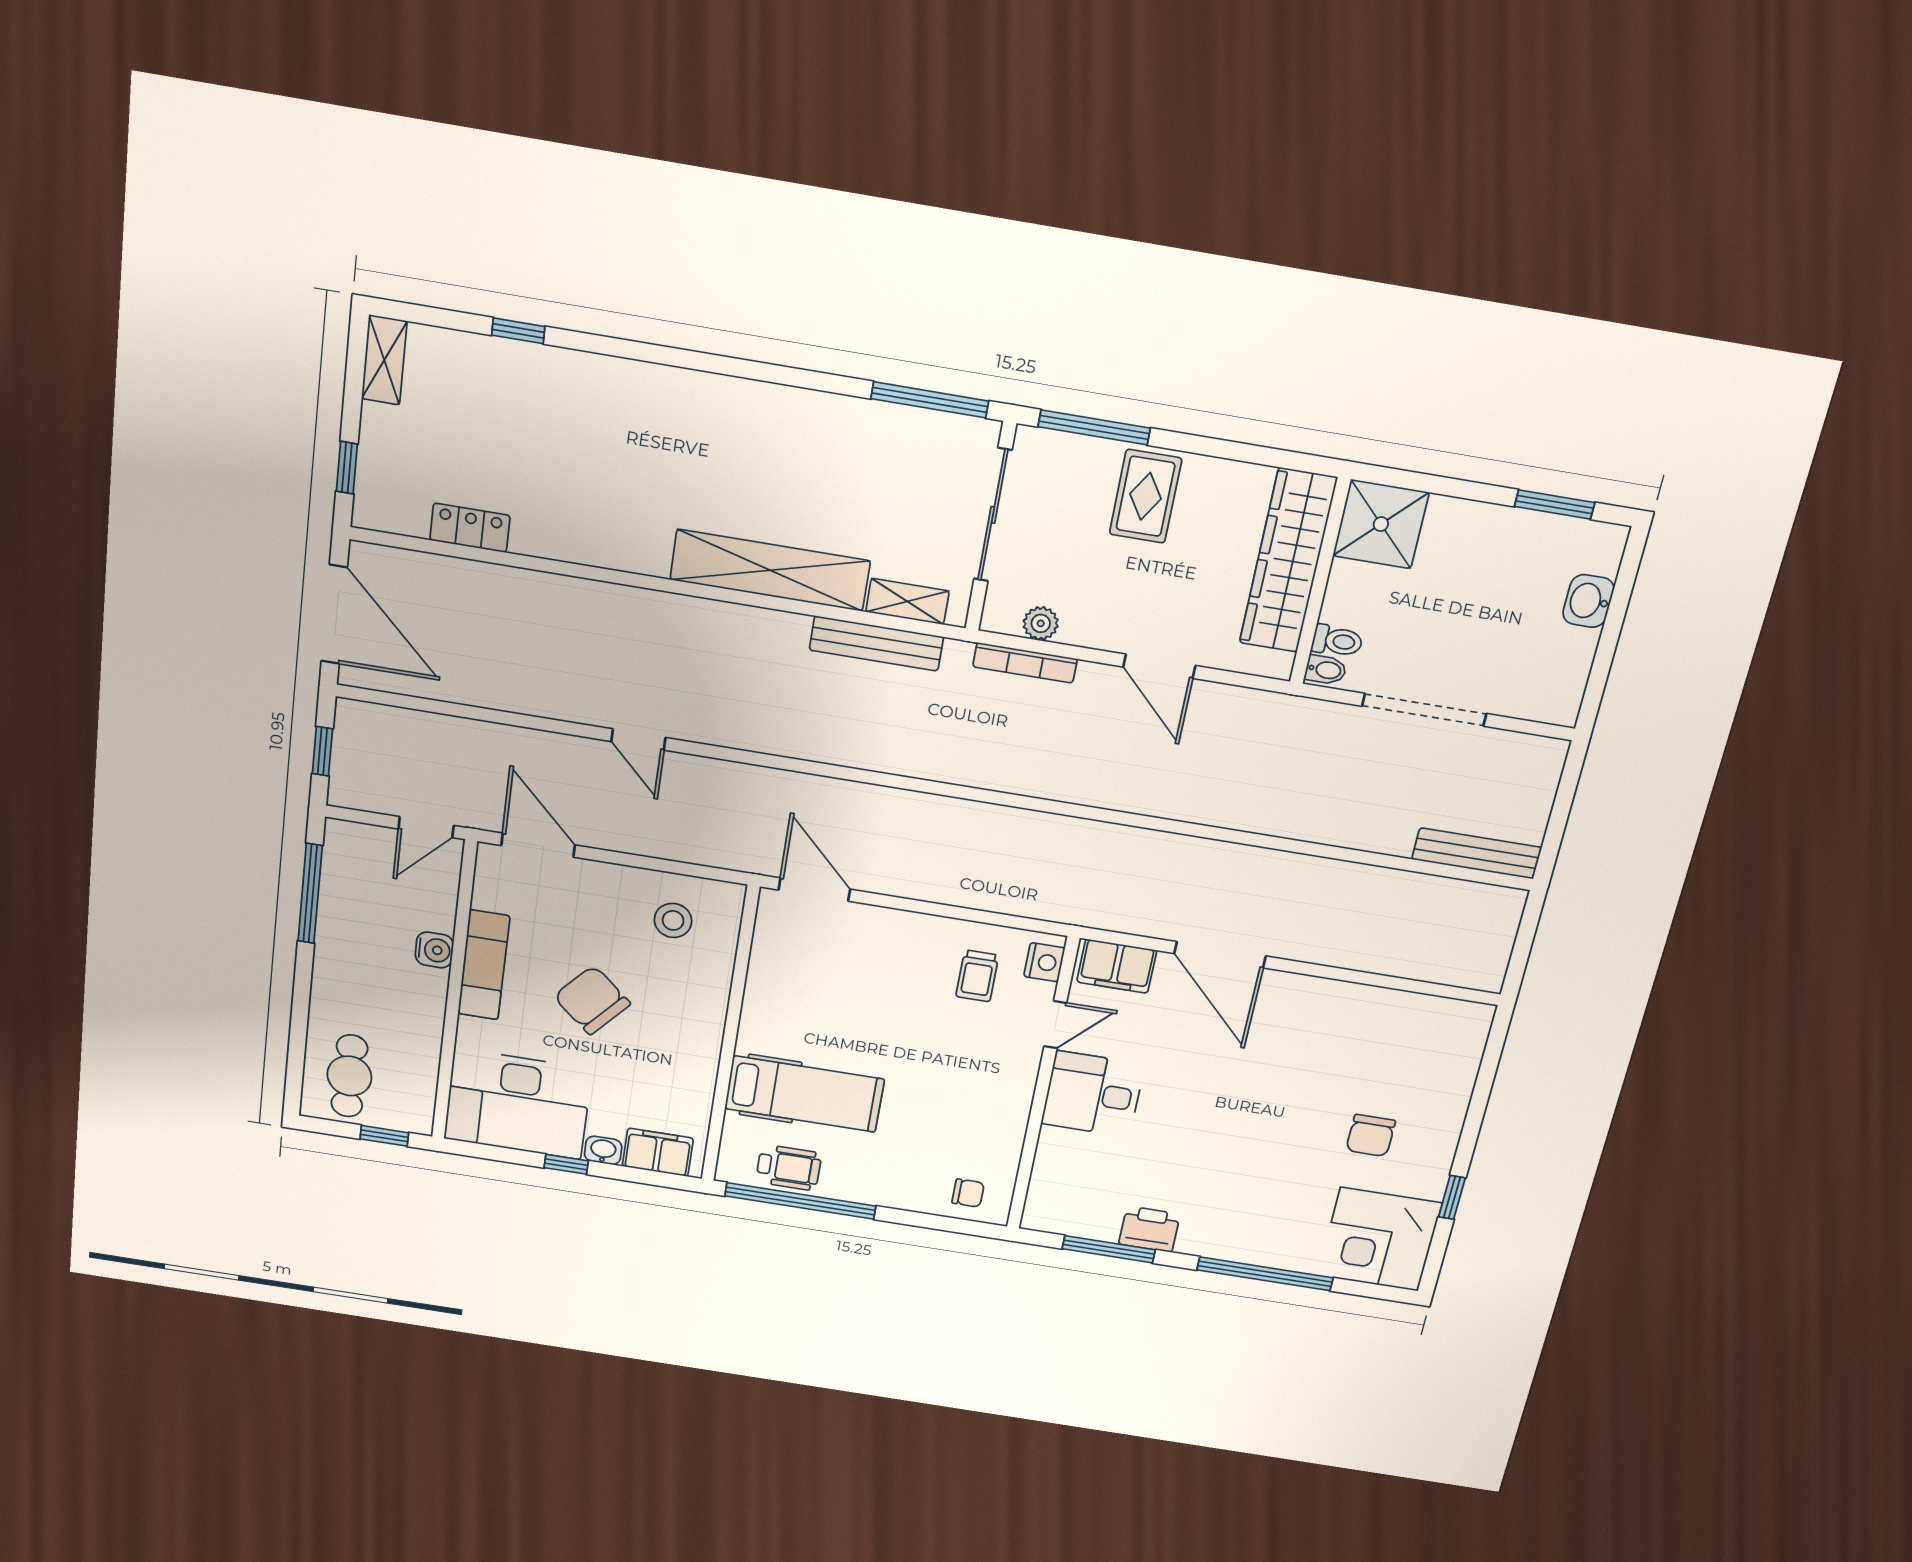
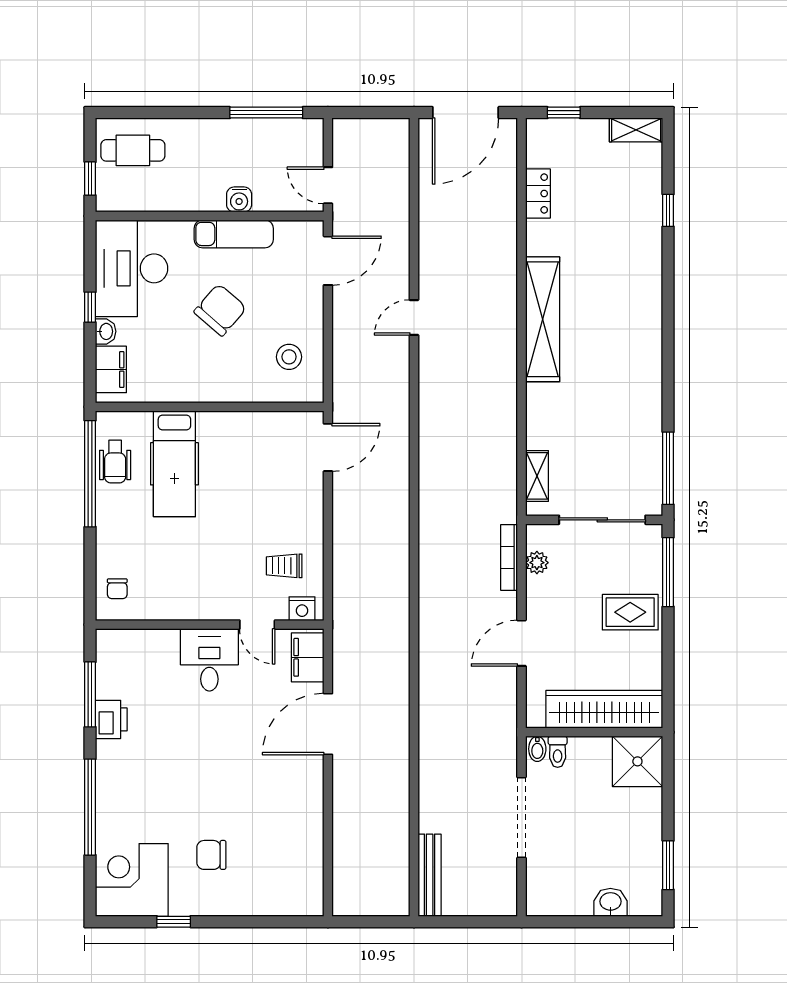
shelving: (770, 570) -> (543, 319), moved
bench: (876, 643) -> (506, 461), removed
window: (322, 751) -> (370, 113), removed

